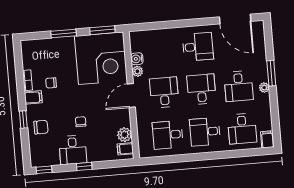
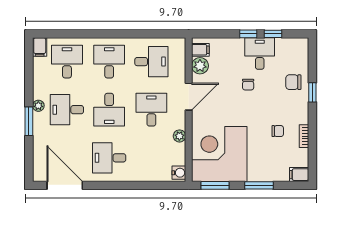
water cooler: (137, 59) -> (179, 173), moved
desk: (239, 86) -> (67, 110), turned -90
desk: (164, 92) -> (151, 110), turned 180
door: (131, 95) -> (189, 97), moved
filing cabinet: (33, 97) -> (299, 175), moved
desk: (205, 132) -> (109, 62), turned -90
window: (44, 170) -> (273, 34), moved

